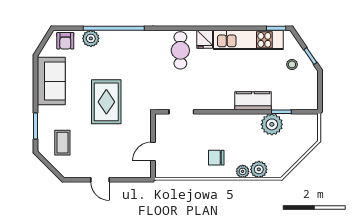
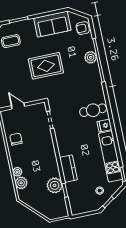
plant: (91, 38) -> (91, 57), moved
chair: (216, 158) -> (16, 139), moved

